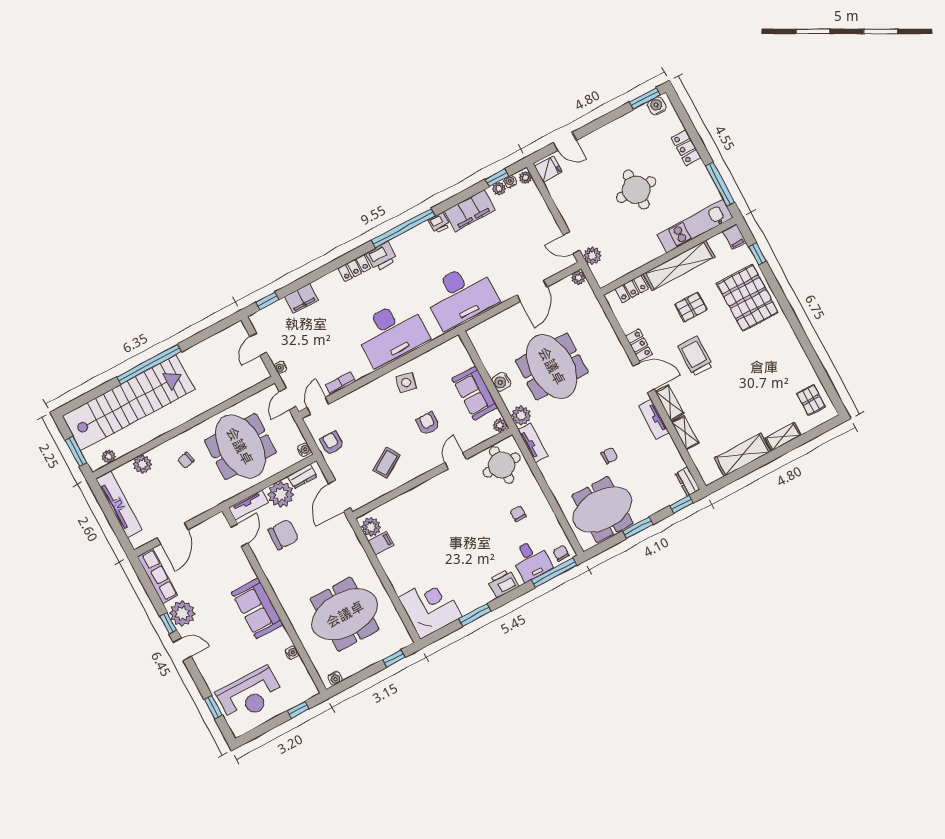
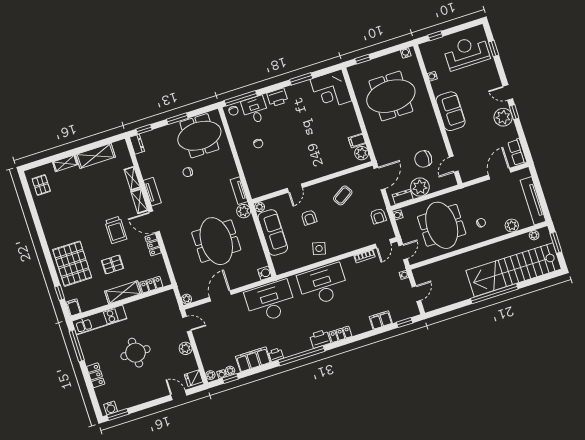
plant: (592, 256) -> (186, 348), moved
shelving: (679, 265) -> (123, 292), width x0.68
water cooler: (501, 382) -> (265, 273), moved
sofa: (475, 393) -> (273, 233), width x1.36
round table: (502, 465) -> (263, 179), removed
tv unit: (248, 505) -> (444, 184), removed
row of seats: (158, 576) -> (517, 152), width x0.68

